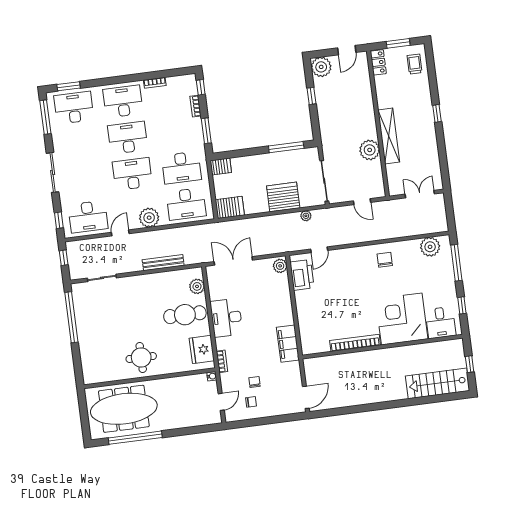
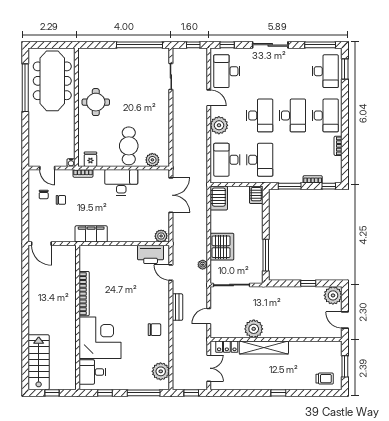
locker: (378, 62) -> (227, 347), moved
desk: (181, 168) -> (260, 160), turned 180
window: (450, 210) -> (191, 393), added
bench: (163, 263) -> (177, 307), moved, width x0.73
fridge: (202, 349) -> (90, 159), width x0.53, depth x0.75

